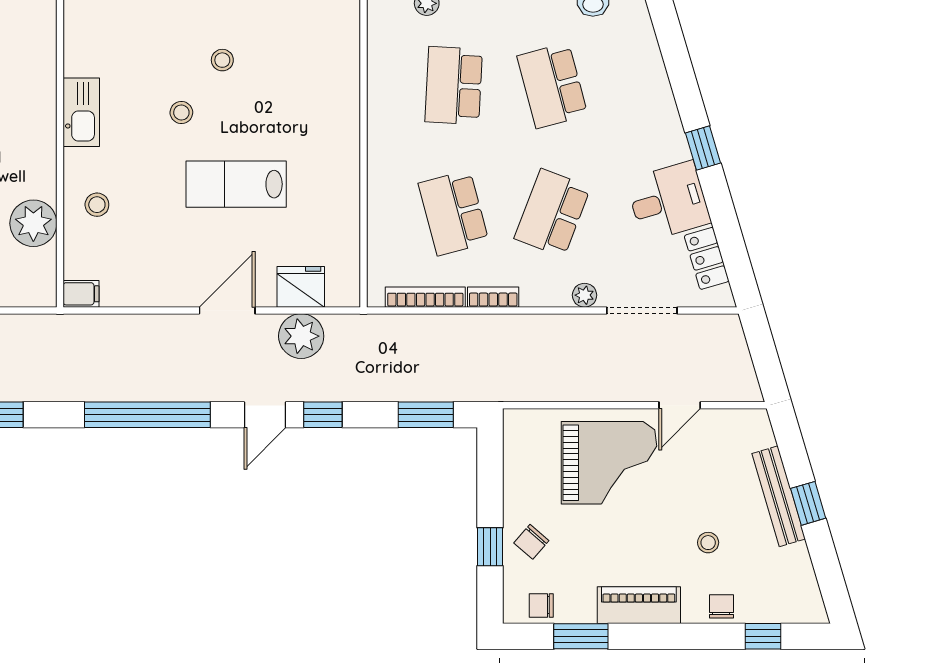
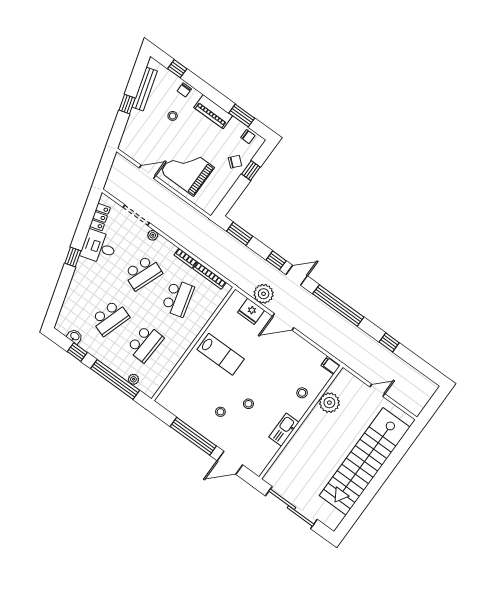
school desk: (552, 85) -> (110, 318), turned 33
lab bench: (236, 184) -> (221, 354), moved
bench: (779, 496) -> (145, 89), moved

